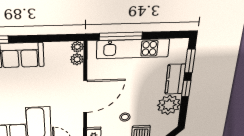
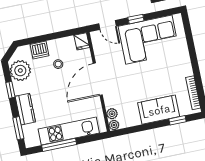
window: (121, 36) -> (59, 145), moved
window: (186, 89) -> (10, 90), moved
plant: (169, 105) -> (20, 71), moved

